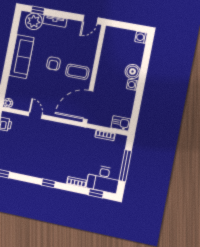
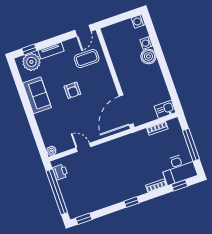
sofa: (22, 57) -> (37, 95), width x0.73
coffee table: (77, 72) -> (87, 59), moved
washing machine: (132, 85) -> (146, 43), moved

